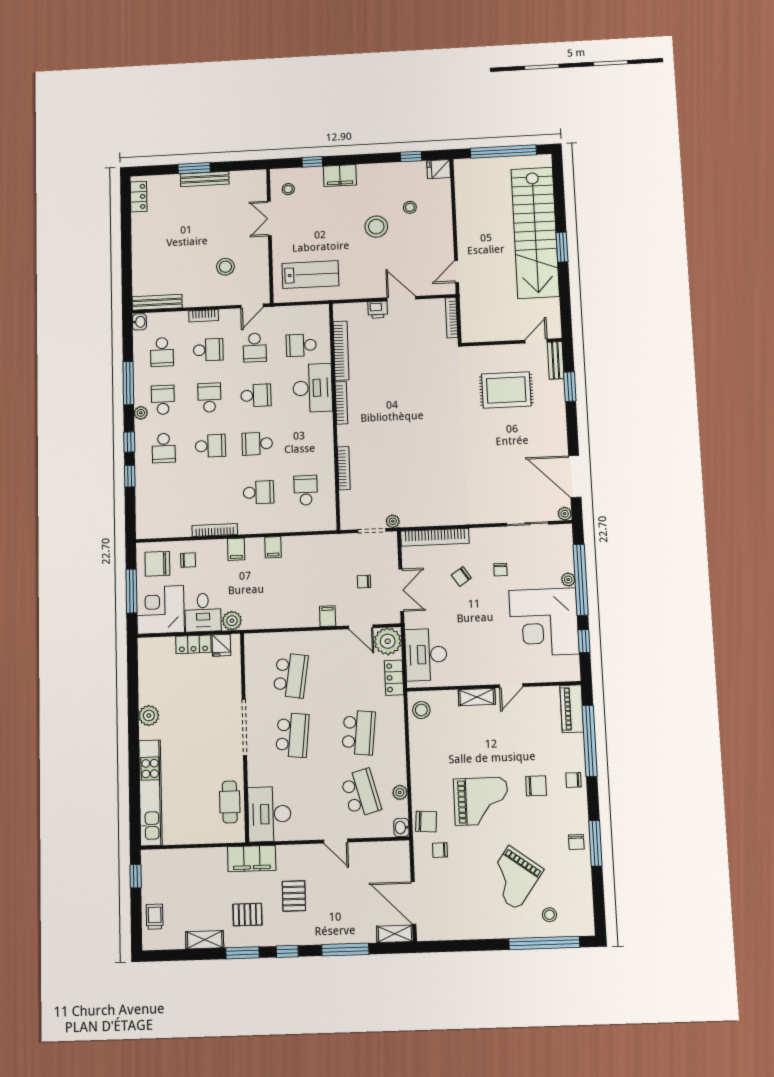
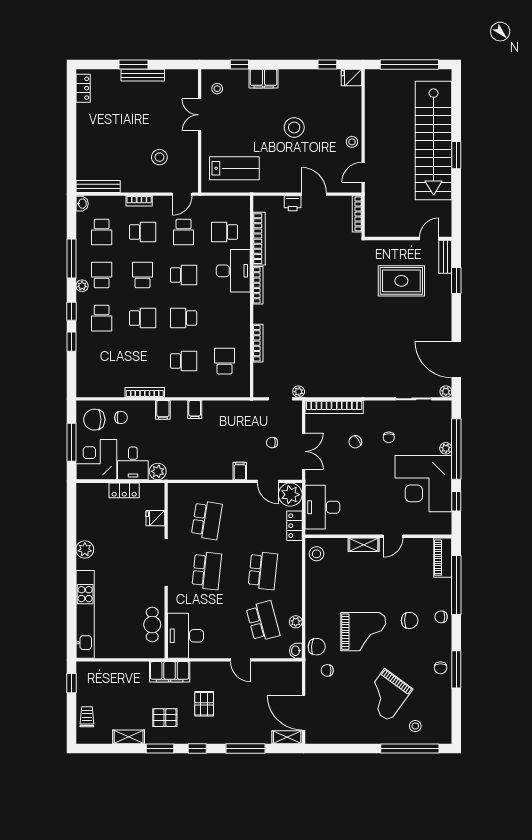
stool: (410, 207) -> (352, 142), moved
fridge: (221, 645) -> (155, 518), moved, turned 90

